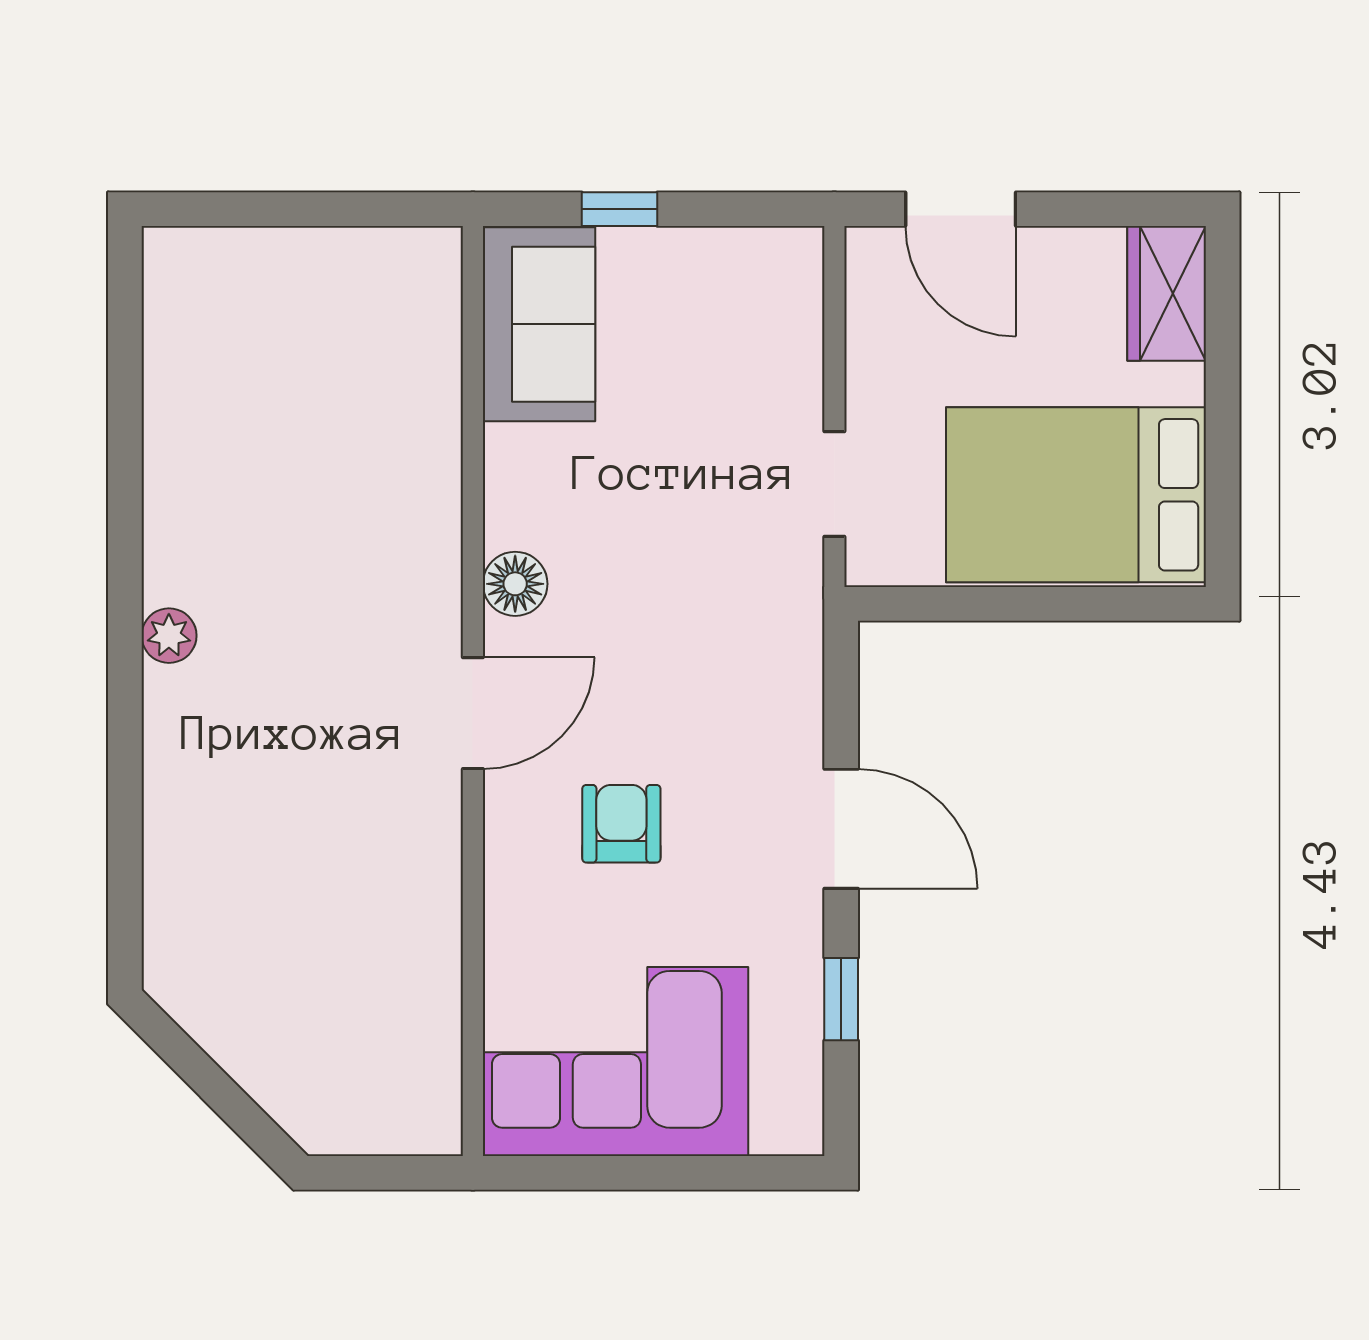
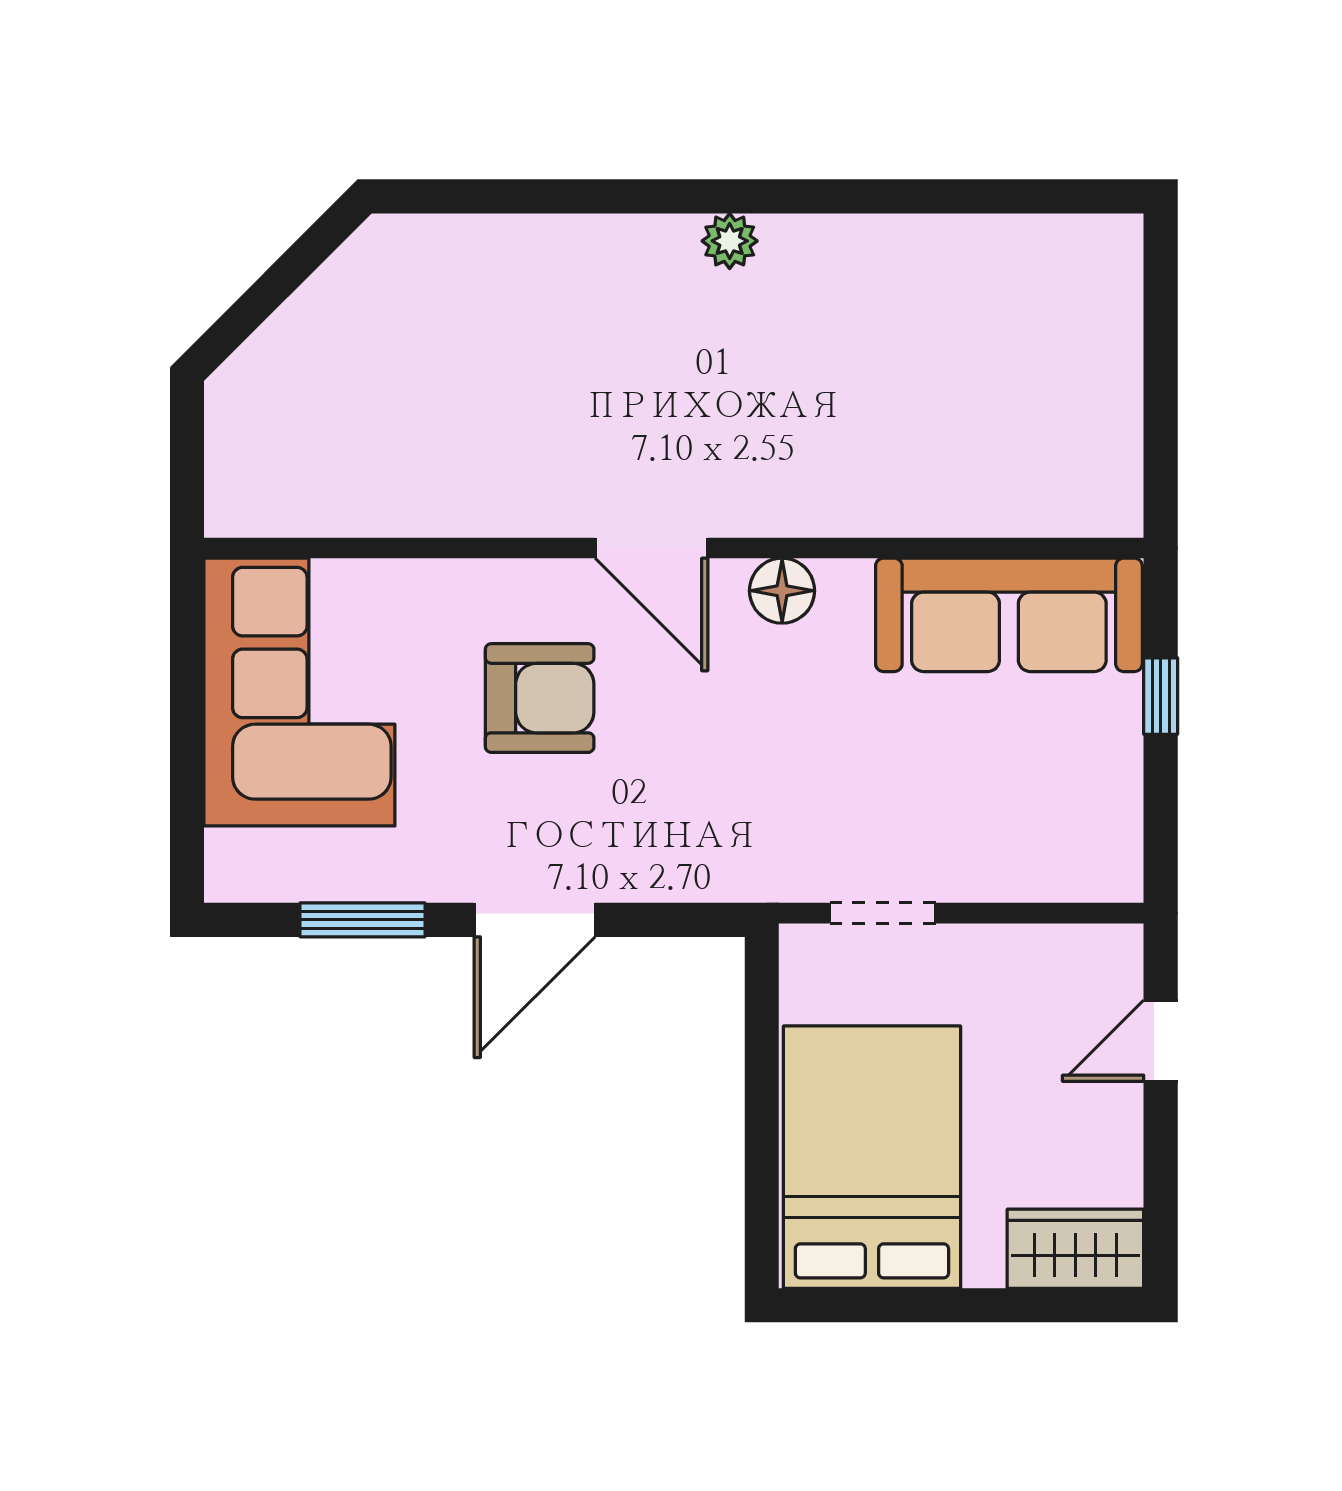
door: (961, 209) -> (1161, 1041), width x0.73
sofa: (539, 324) -> (1009, 615), width x1.36
armchair: (621, 824) -> (540, 698), width x1.38, depth x1.38
window: (841, 999) -> (363, 920), width x1.50

